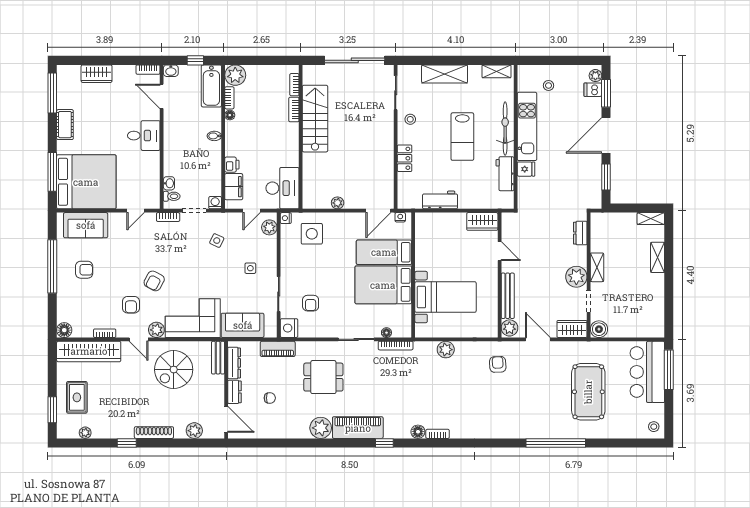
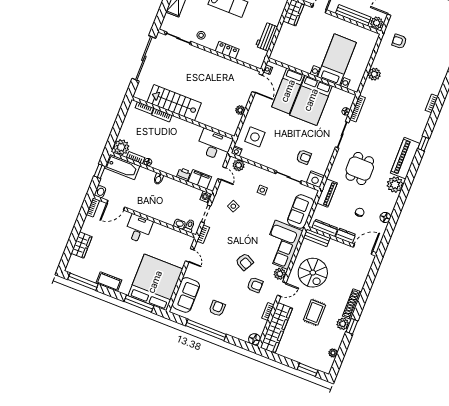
rug: (77, 397) -> (314, 312), moved, turned 90
plant: (194, 431) -> (343, 324), moved
floor lamp: (418, 432) -> (385, 217), moved

